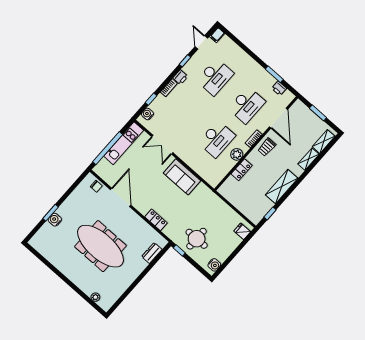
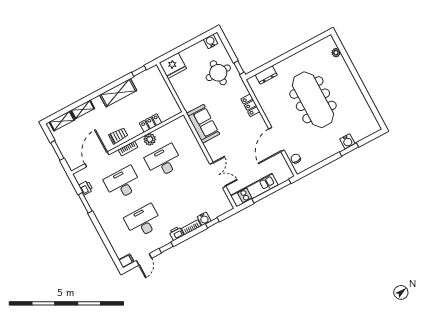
water cooler: (148, 114) -> (204, 219), moved
sofa: (182, 177) -> (203, 124), moved
fridge: (242, 231) -> (173, 66), width x1.88, depth x1.34

